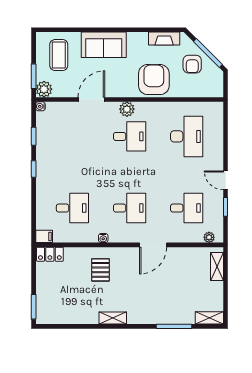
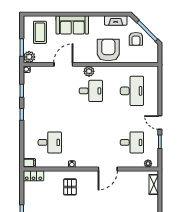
desk: (130, 208) -> (91, 142), removed

